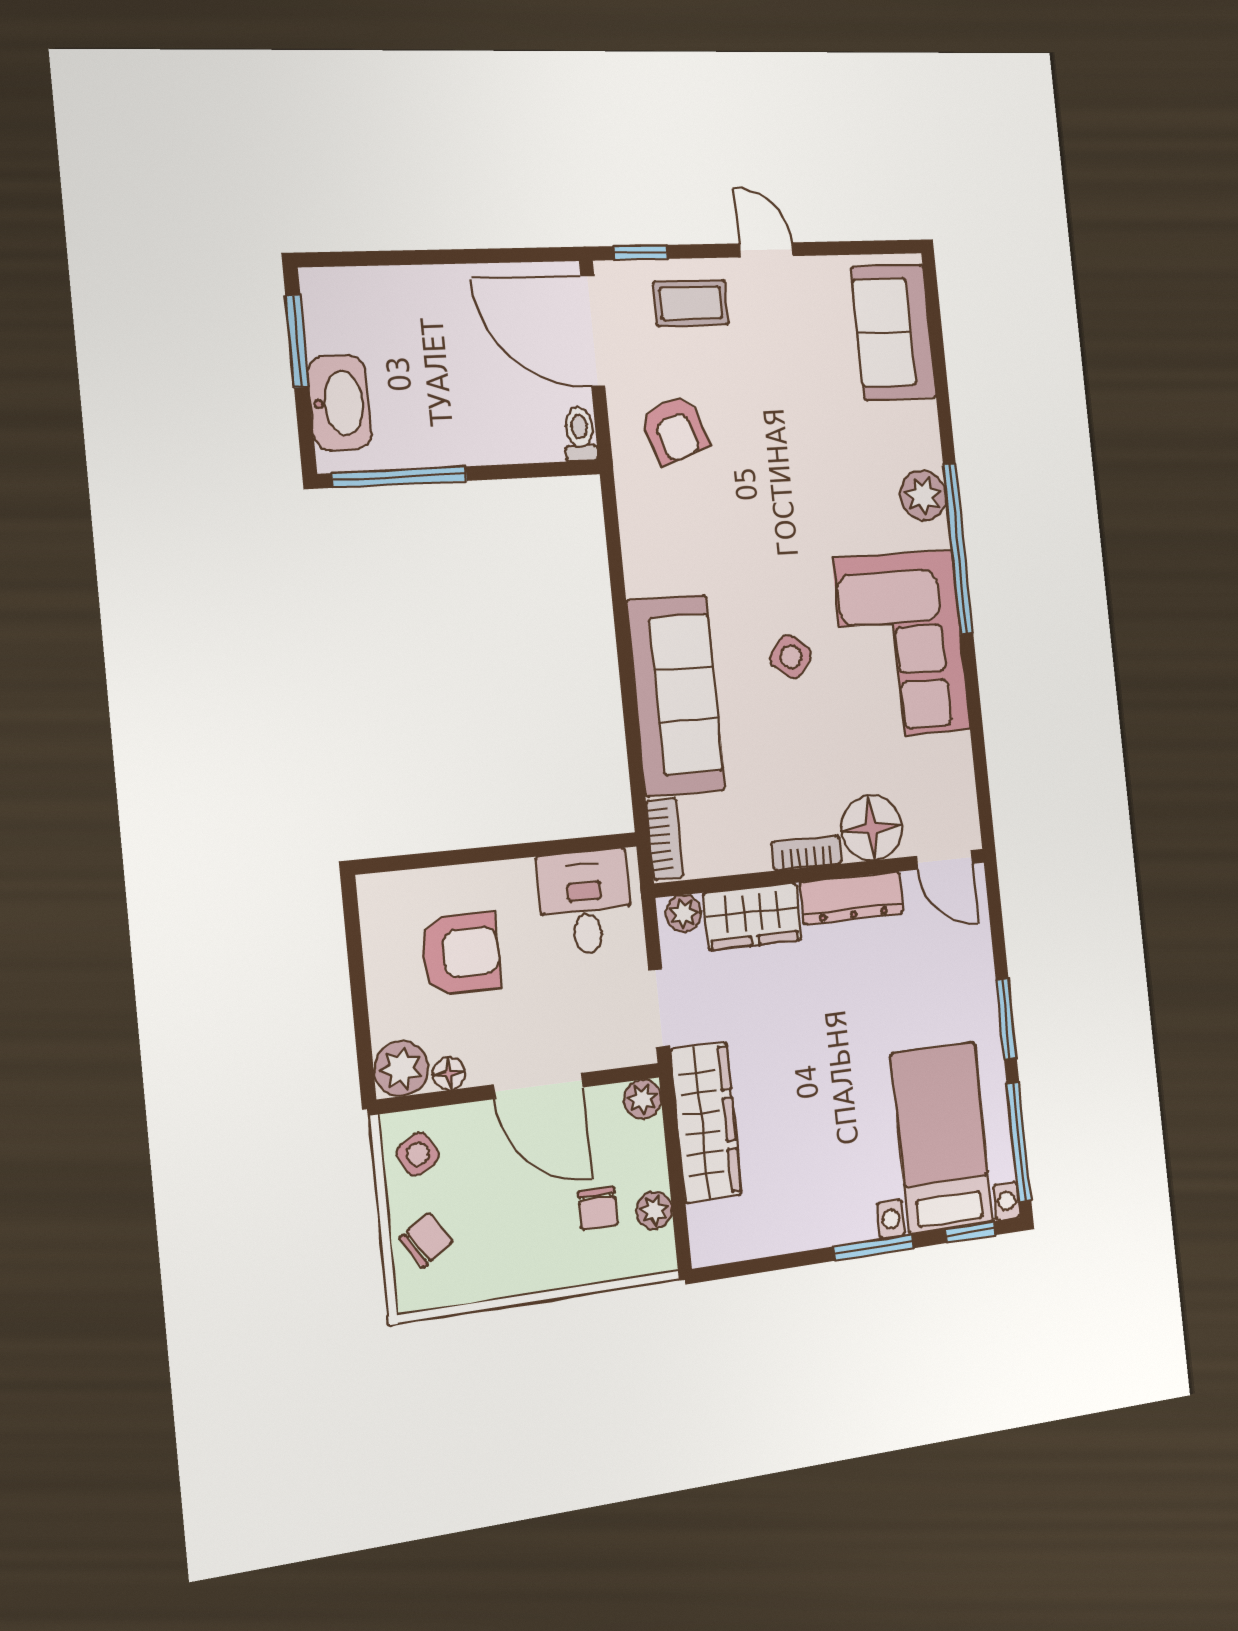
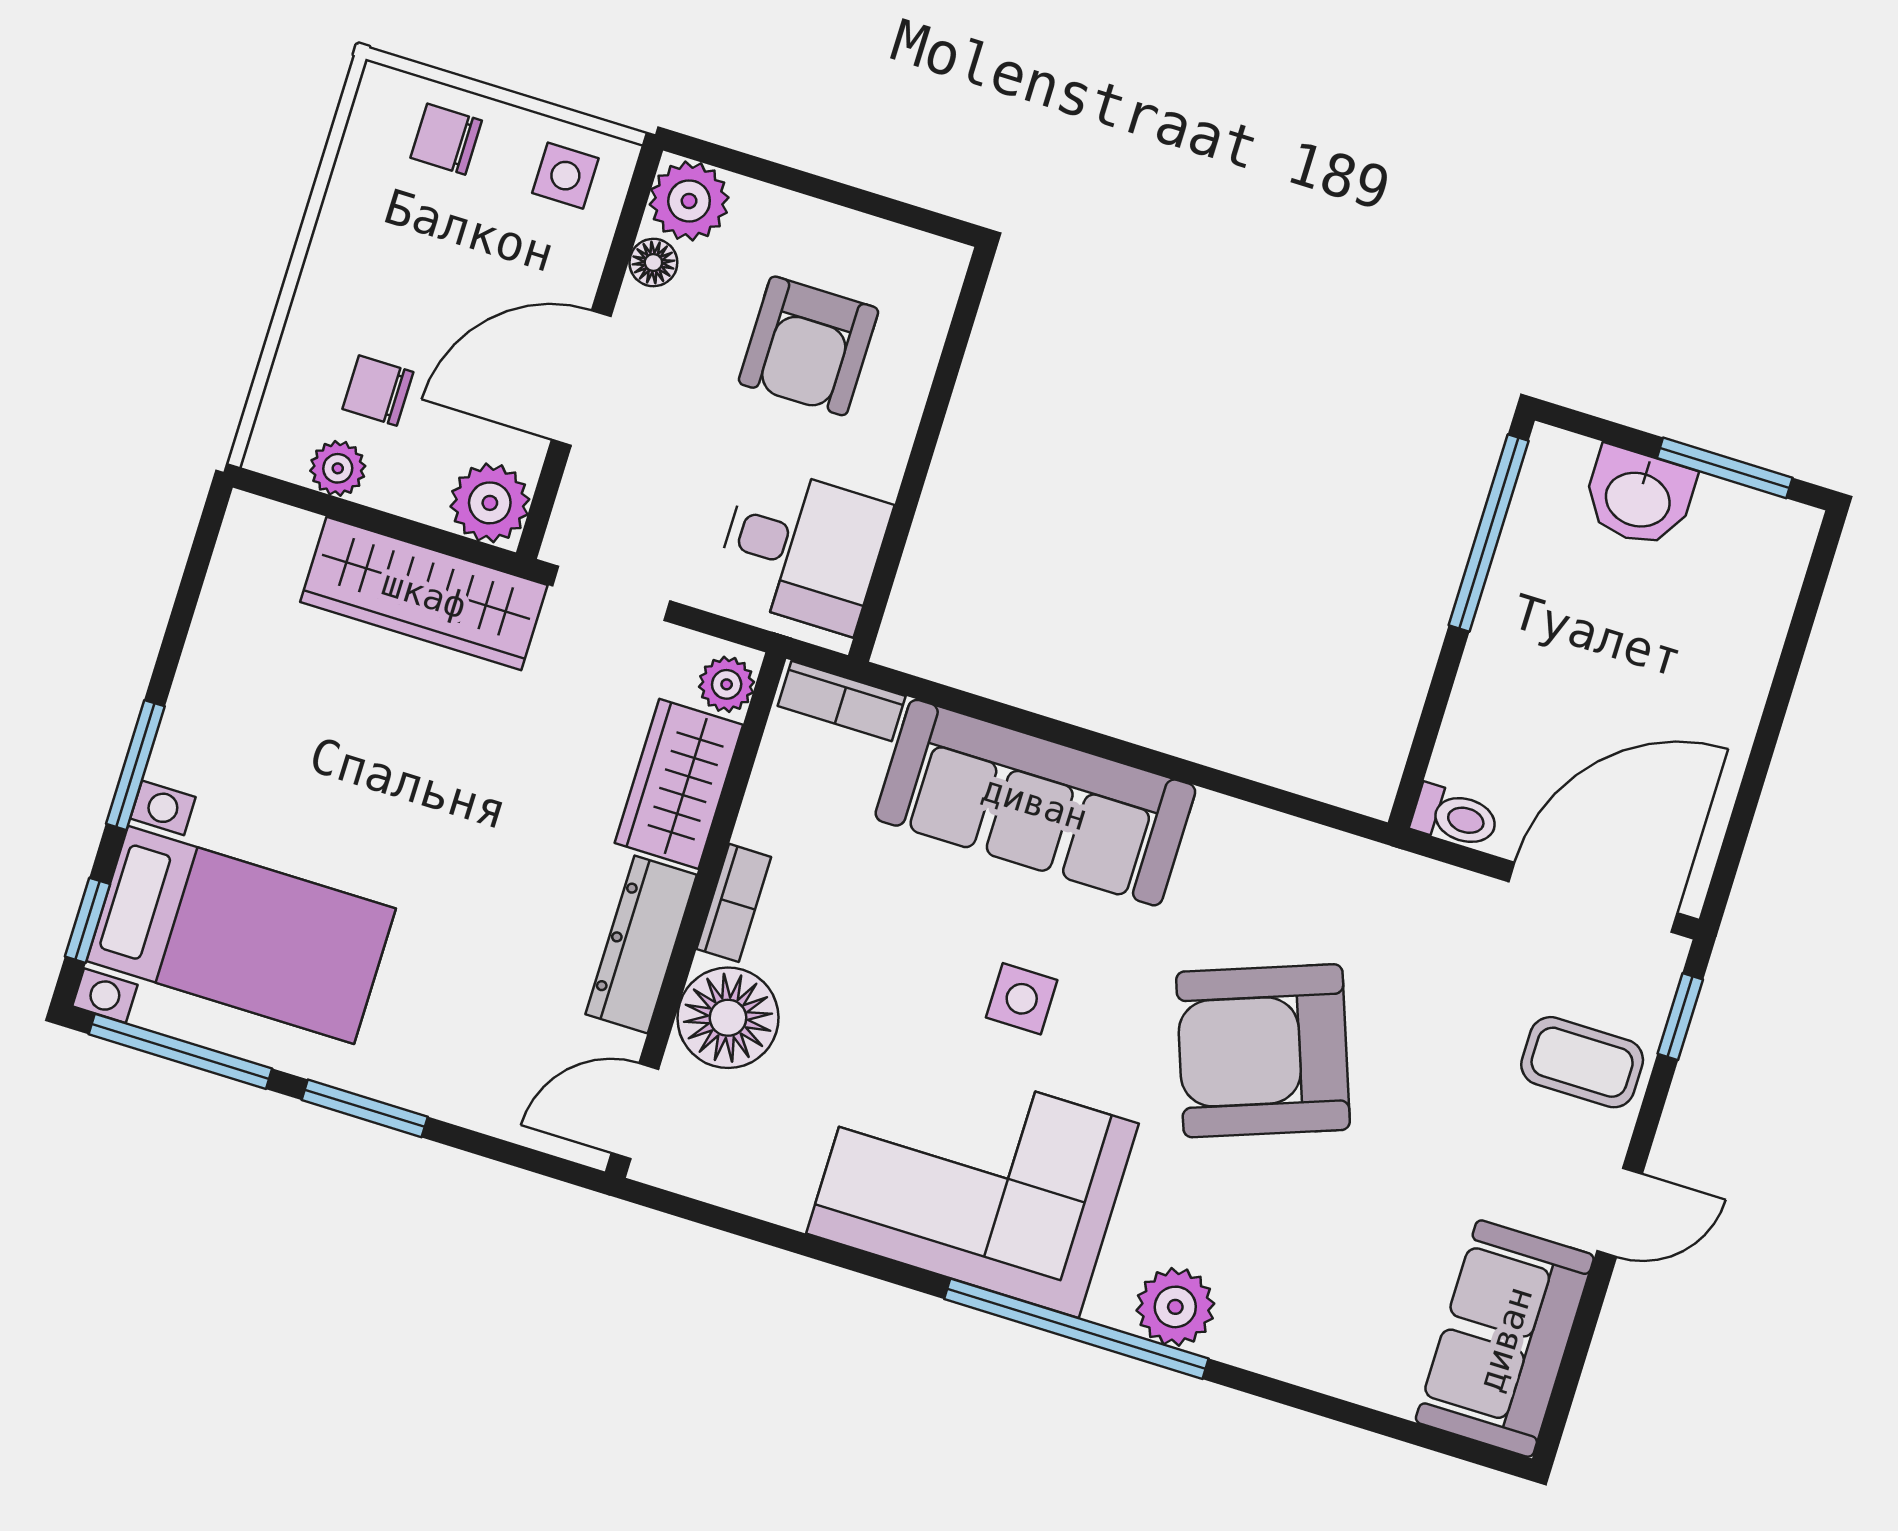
coffee table: (691, 303) -> (1582, 1062), turned 90
sofa: (894, 332) -> (1505, 1339), moved, turned -90
washbasin: (340, 403) -> (1639, 497), width x0.72
armchair: (674, 430) -> (1263, 1051), moved, width x1.88, depth x1.88
side table: (791, 657) -> (1022, 999), turned -38
plant: (643, 1099) -> (490, 503), width x1.38, depth x1.38
side table: (418, 1154) -> (565, 176), turned 30
chair: (426, 1240) -> (446, 139), turned 123

